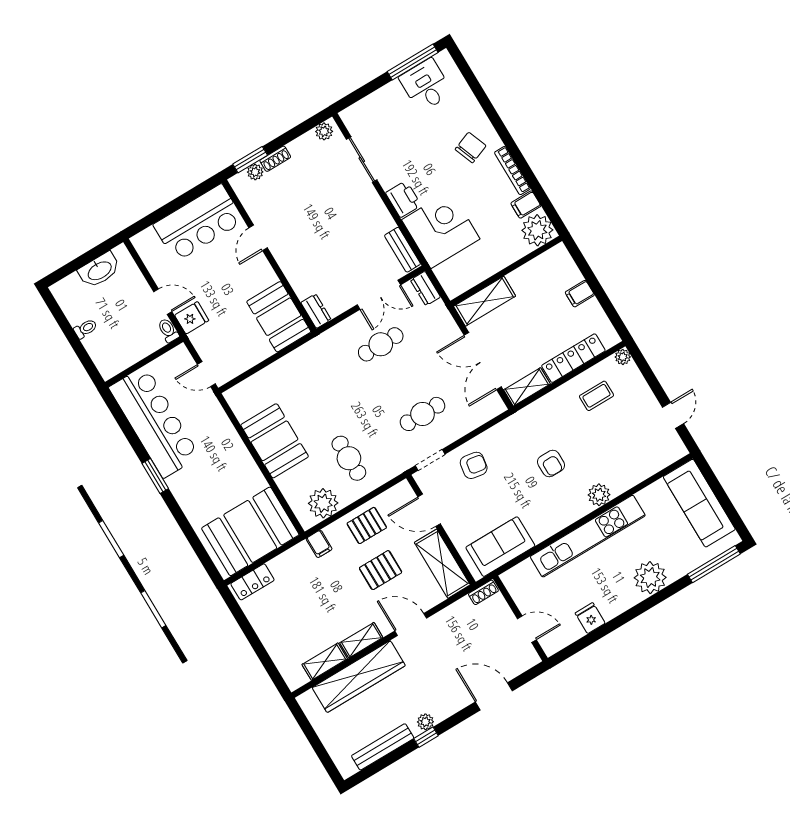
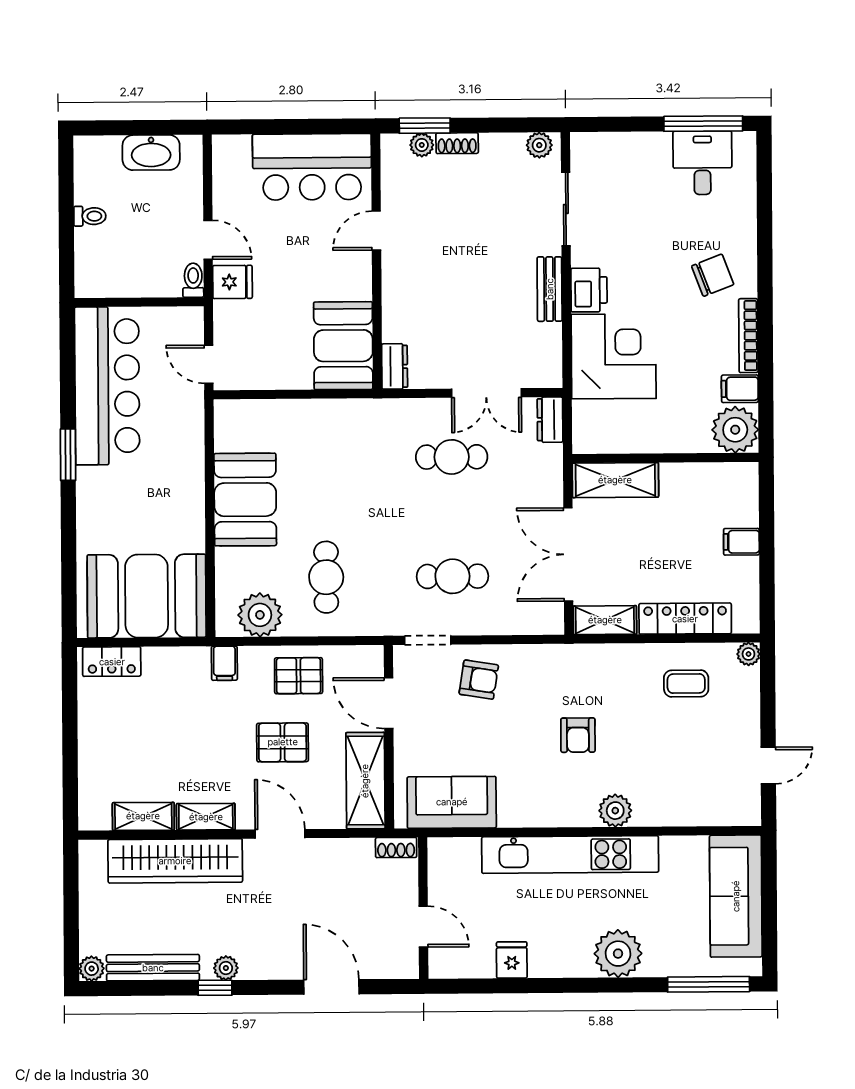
bench: (403, 250) -> (550, 289), moved
plant: (347, 769) -> (92, 969), added

